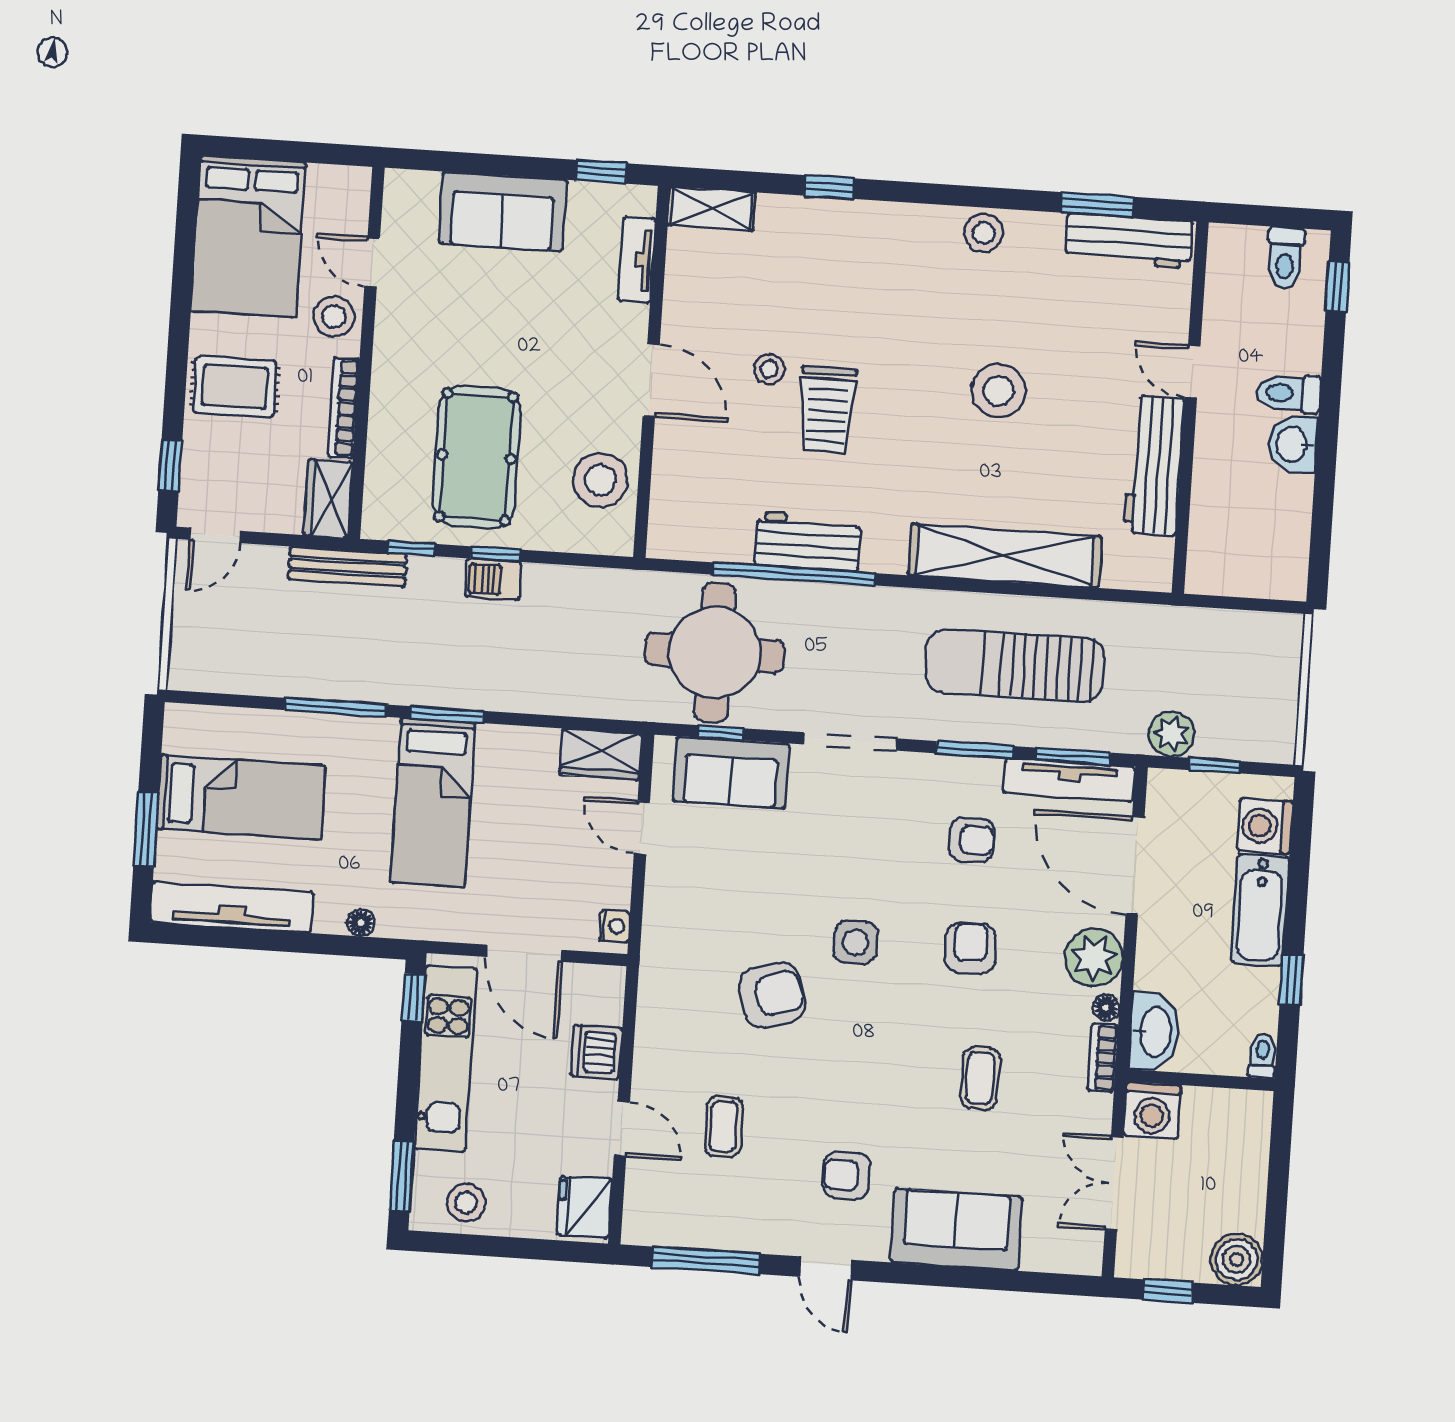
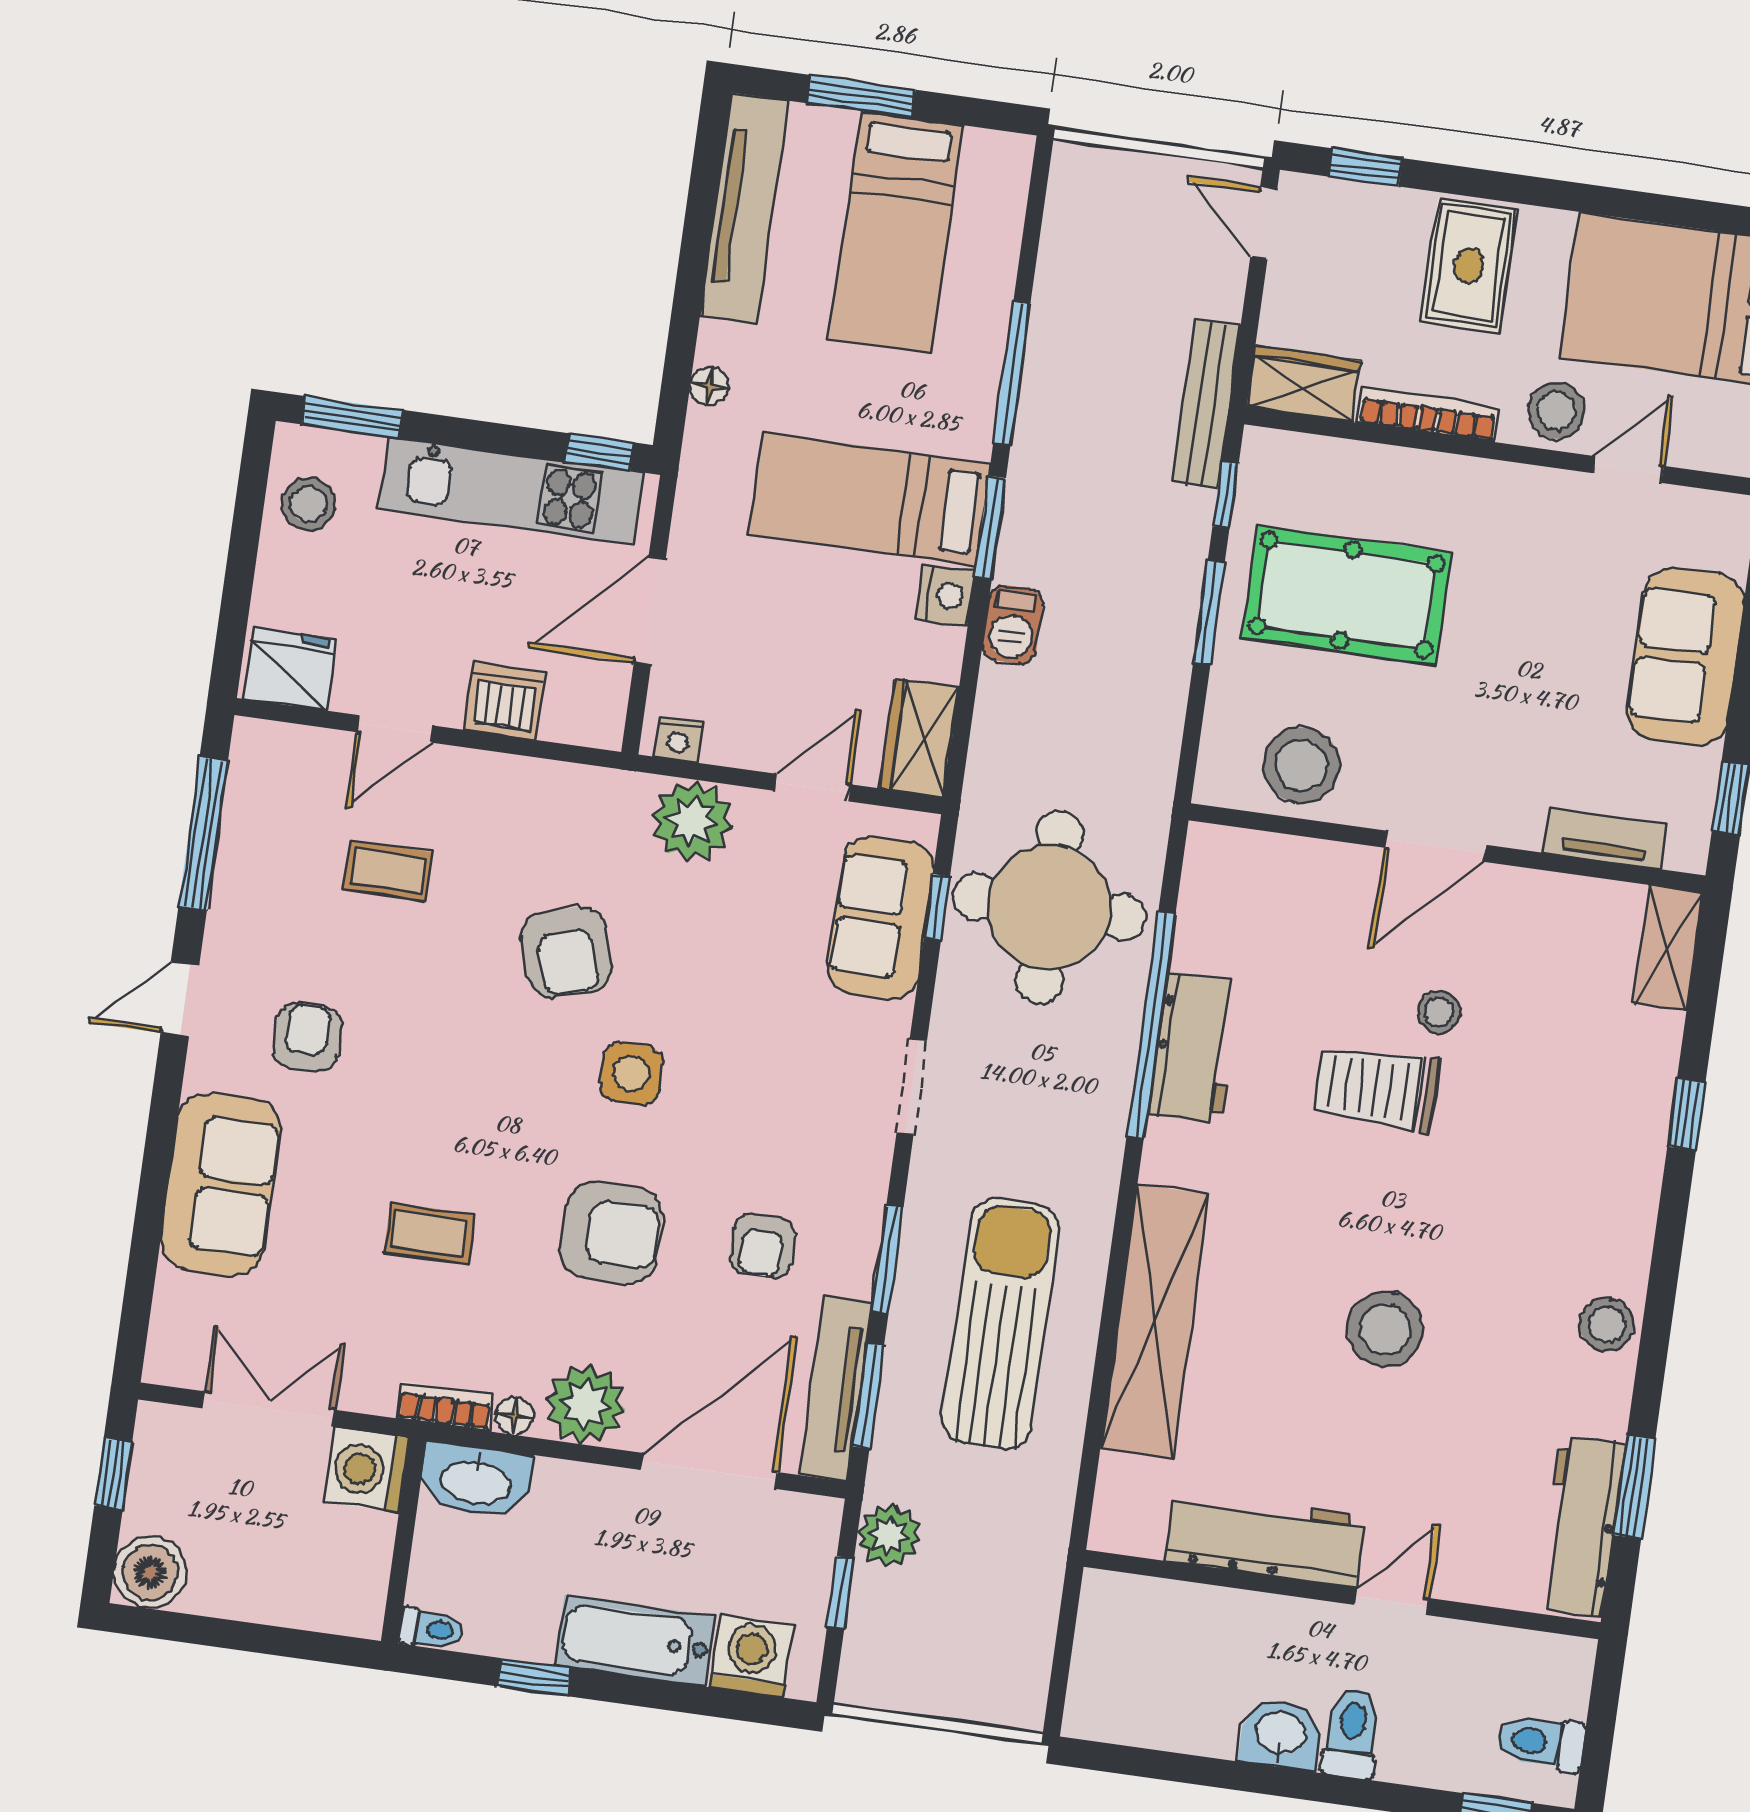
window: (496, 554) -> (1209, 612), width x1.50
barbecue: (493, 579) -> (1013, 625), moved, turned 180
doorway: (850, 741) -> (912, 1087), width x0.73
nightstand: (497, 743) -> (946, 595), added
plant: (672, 912) -> (692, 821), added
armchair: (970, 948) -> (611, 1233), width x1.38, depth x1.38

